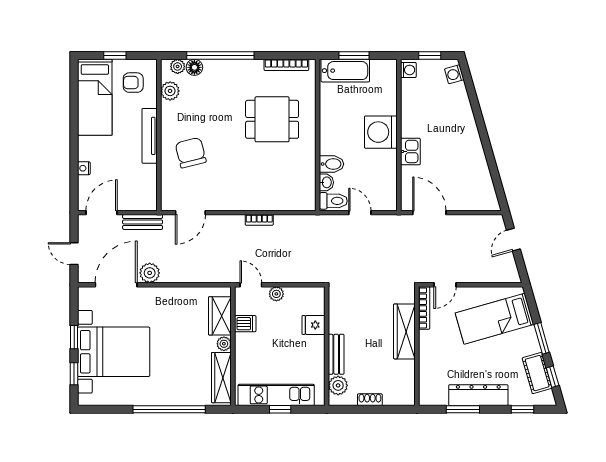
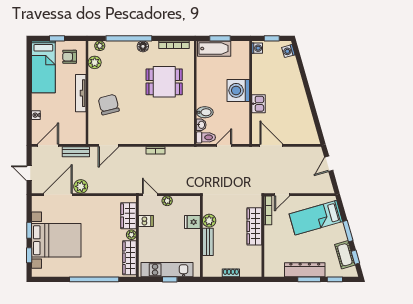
floor lamp: (194, 67) -> (143, 46), moved
door: (360, 213) -> (224, 145), hinge flipped
plant: (338, 385) -> (209, 221), moved
window: (463, 409) -> (309, 279), moved

